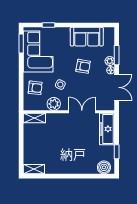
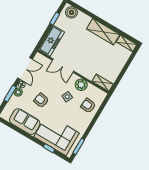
corner sofa: (38, 52) -> (57, 135), moved, turned 90
double door: (117, 87) -> (25, 69), swing flipped
shelving: (63, 167) -> (103, 32), added

